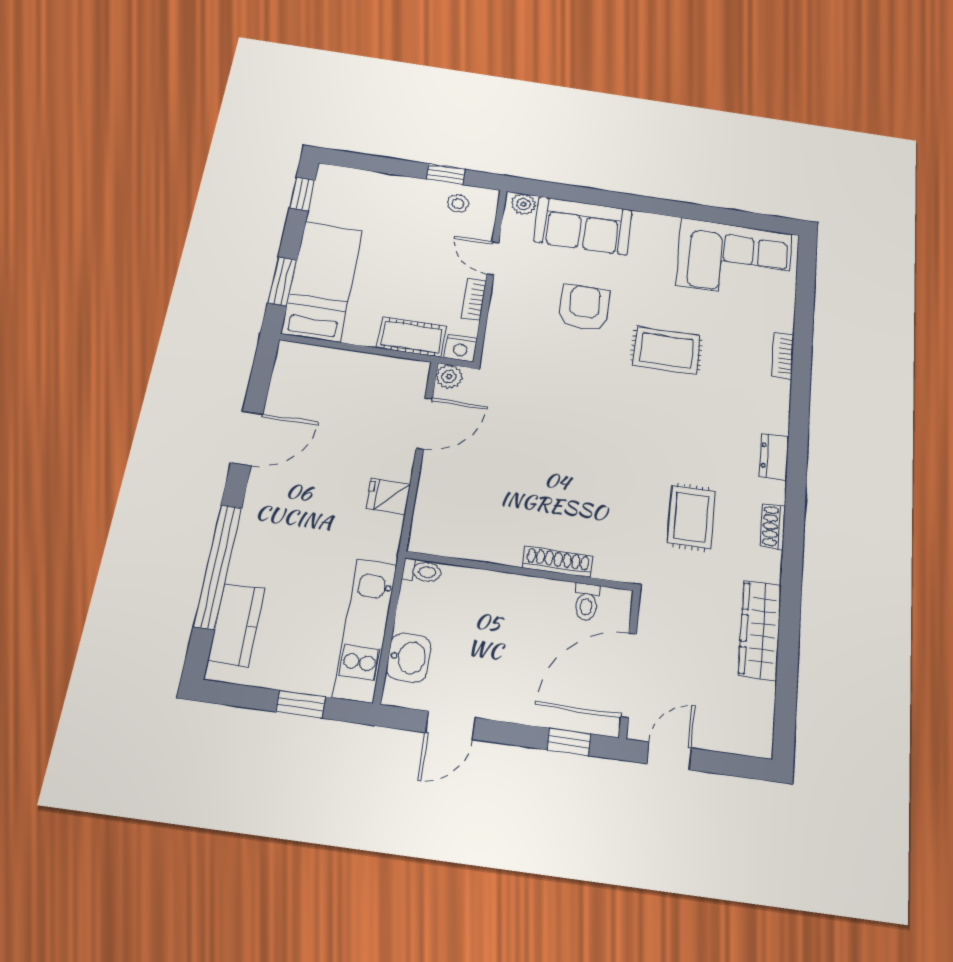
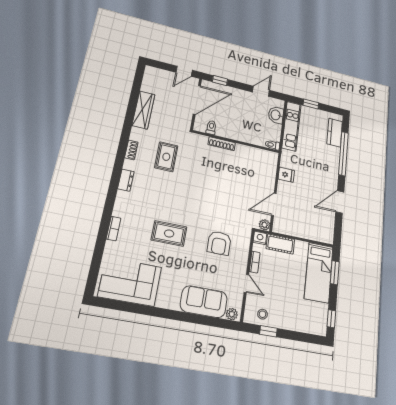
armchair: (584, 308) -> (219, 243), moved

